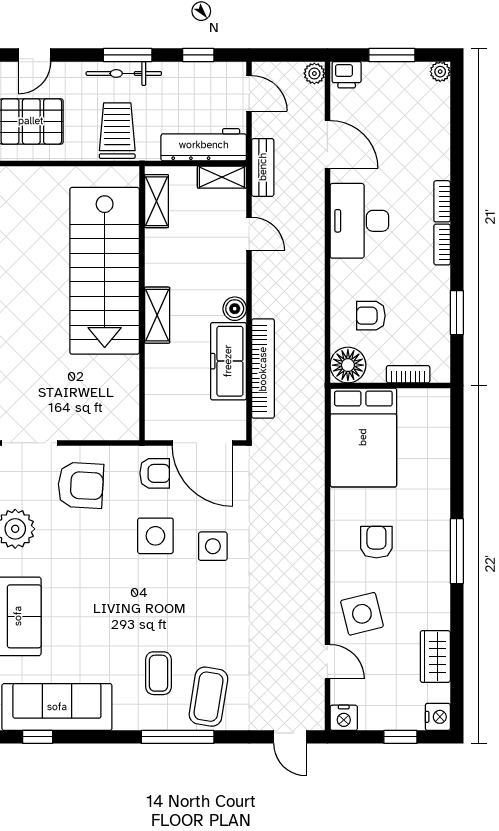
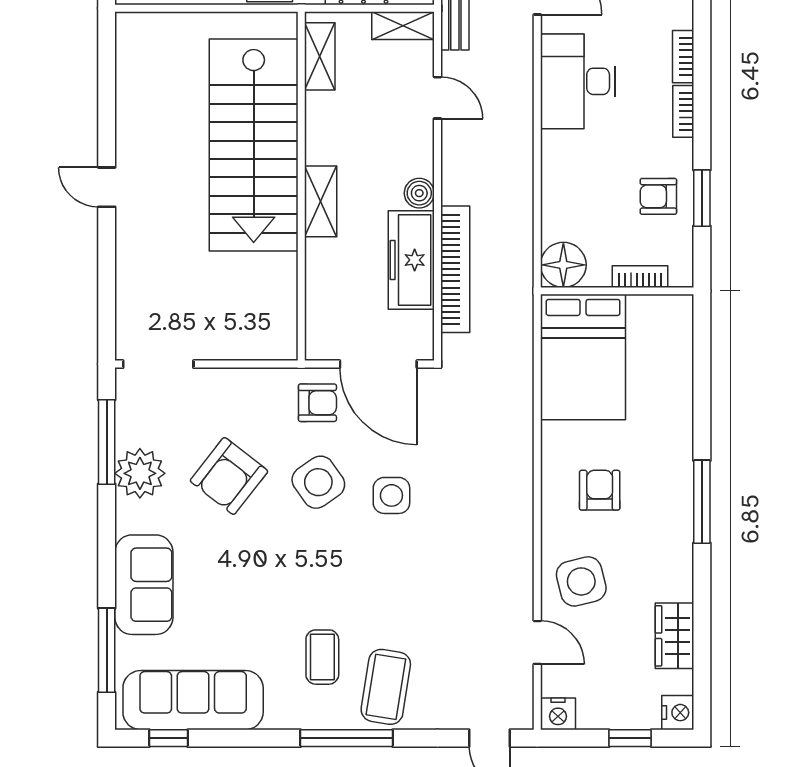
armchair: (371, 316) -> (658, 196), moved
armchair: (81, 485) -> (229, 476), moved, turned 125
side table: (155, 536) -> (318, 482), turned -35

